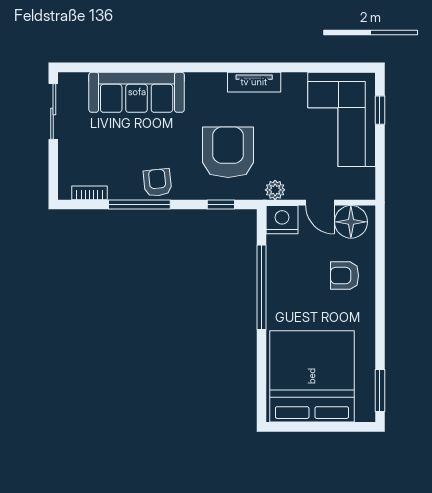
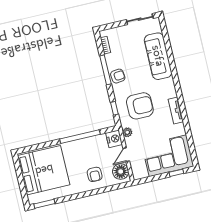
armchair: (345, 276) -> (95, 174), turned 180

